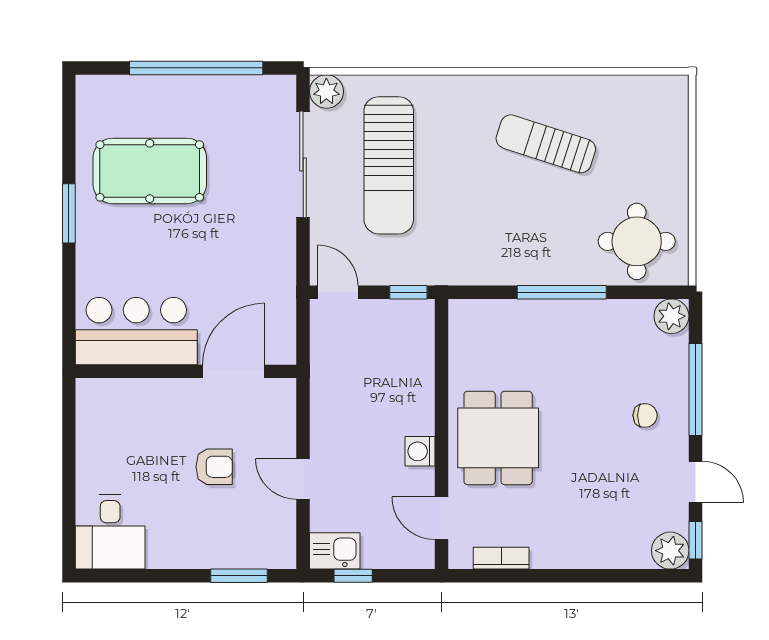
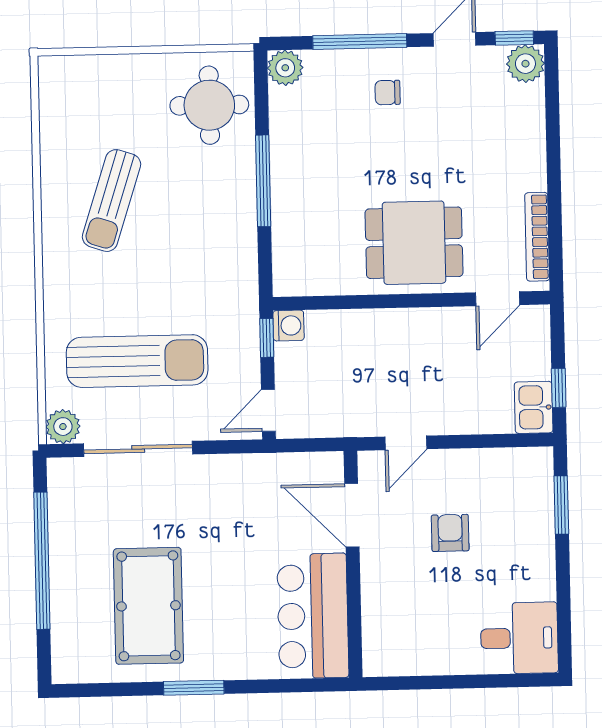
chair: (645, 415) -> (388, 93), turned -90
washing machine: (420, 451) -> (289, 326), moved, turned -90
door: (303, 479) -> (406, 443), moved
bookcase: (501, 558) -> (537, 237), width x1.56

